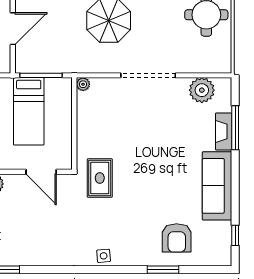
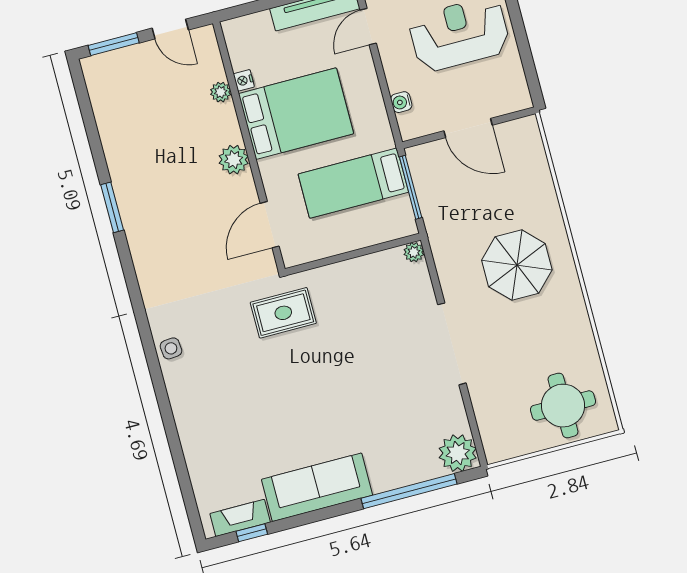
plant: (202, 90) -> (458, 453), moved
window: (235, 128) -> (409, 491), width x1.46
fireplace: (224, 131) -> (240, 518), moved
armchair: (177, 238) -> (226, 448), removed
window: (163, 270) -> (174, 441), removed

